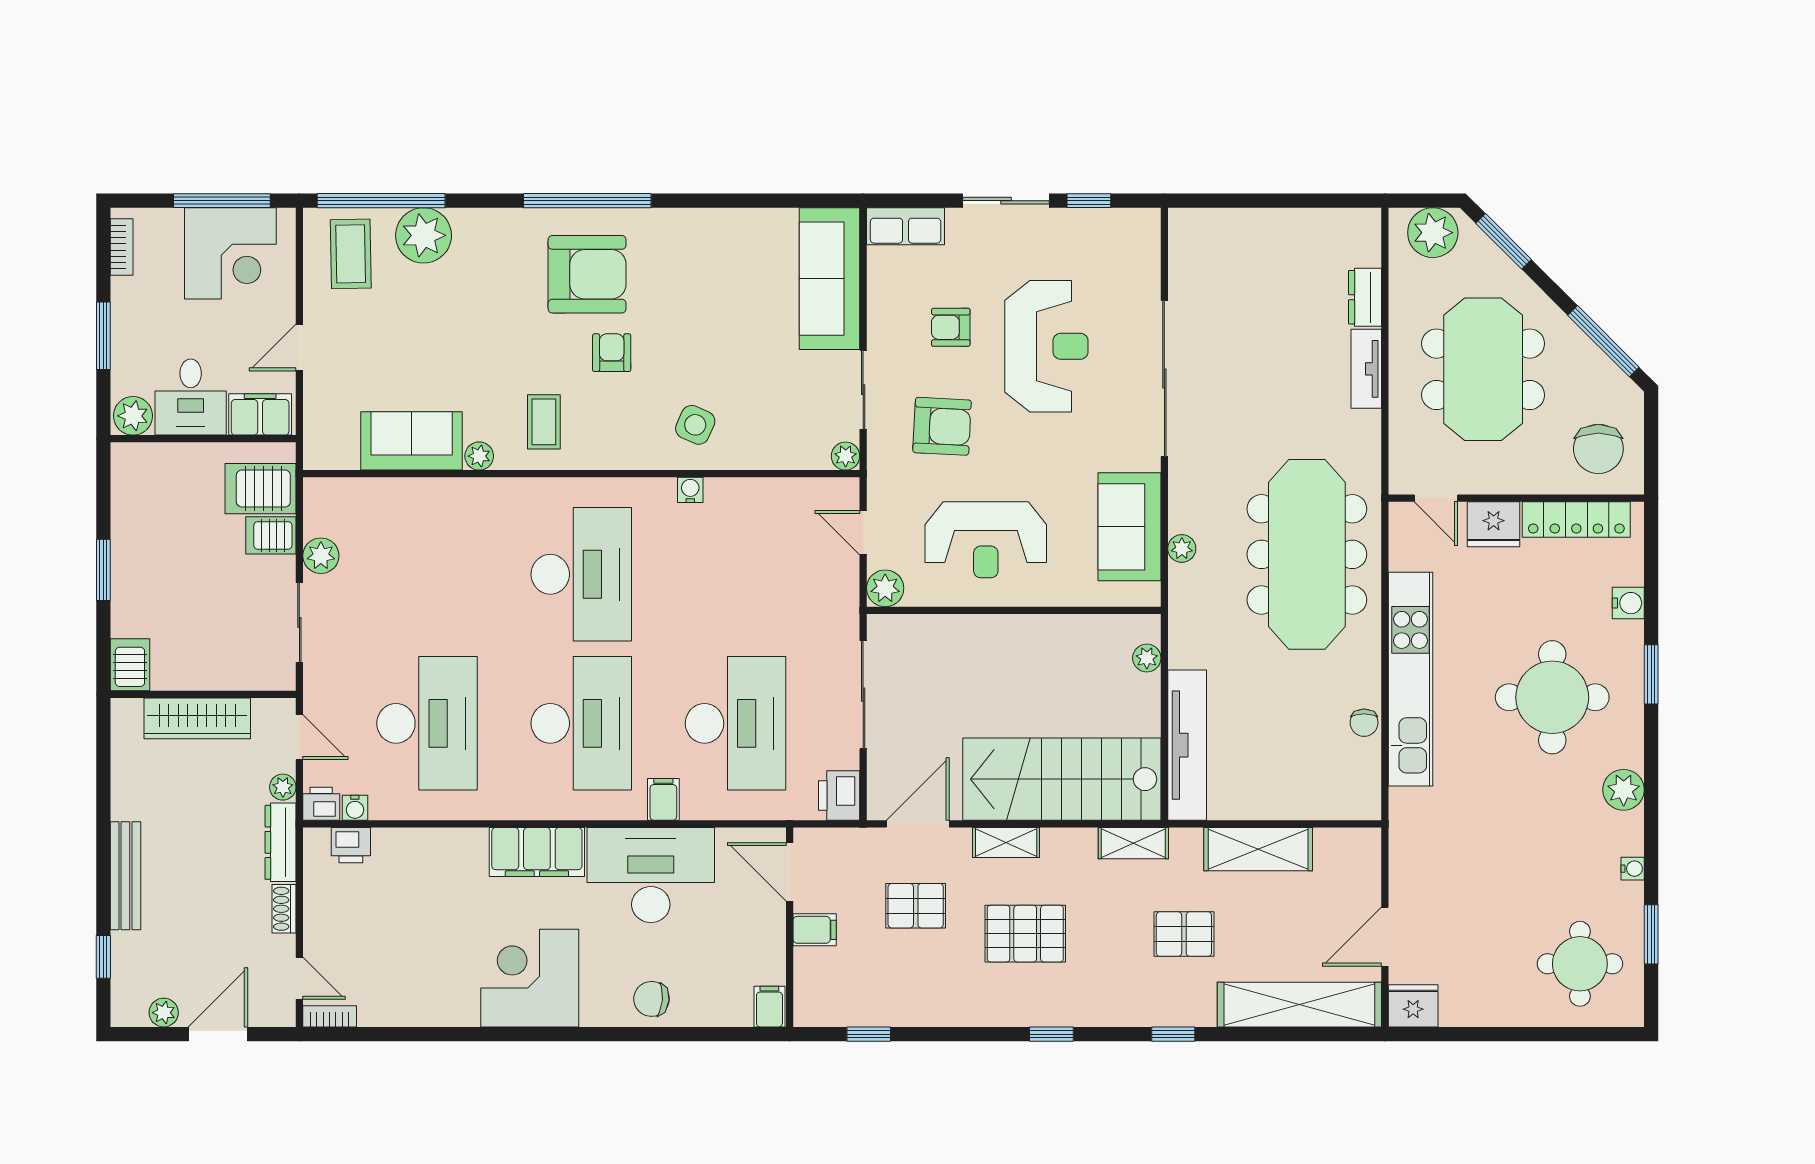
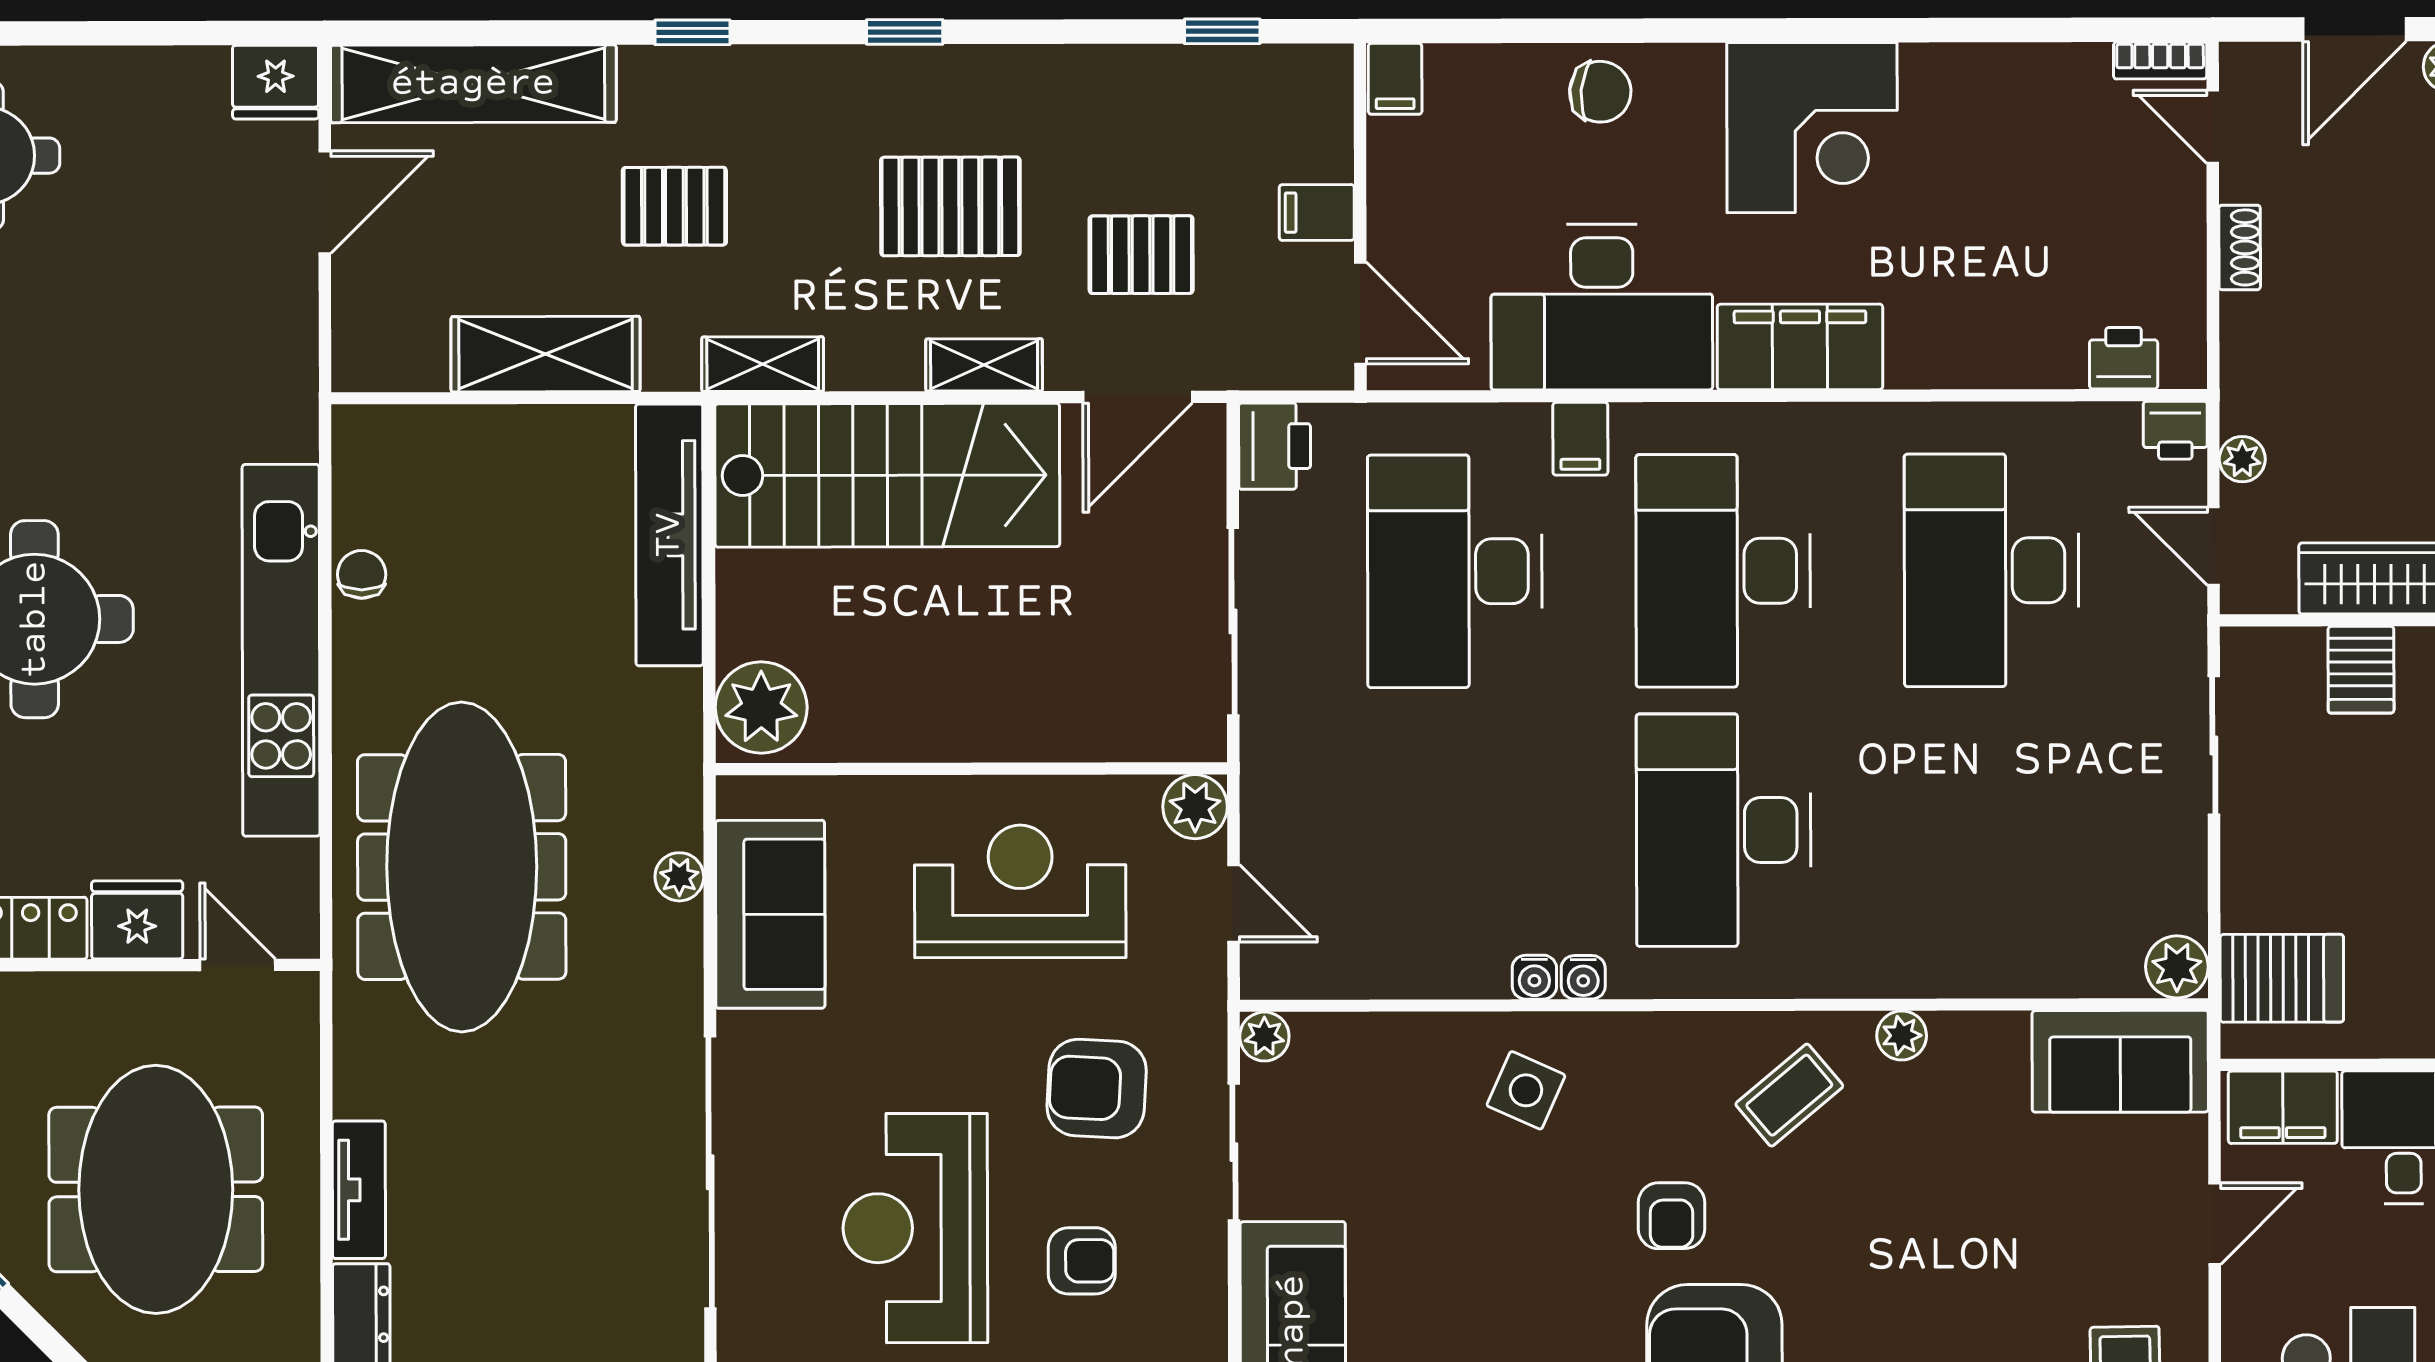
coffee table: (544, 422) -> (1789, 1095), turned 50
sofa: (412, 441) -> (2120, 1061), moved
server rack: (271, 535) -> (2361, 670), moved, turned 90
plant: (321, 556) -> (2177, 967), moved
plant: (1147, 658) -> (761, 708), width x1.88, depth x1.88
water cooler: (355, 808) -> (1583, 977), moved, turned 180
dresser: (281, 842) -> (2246, 363), removed

